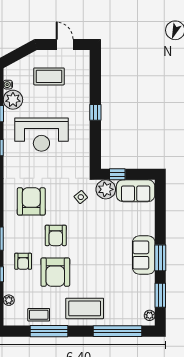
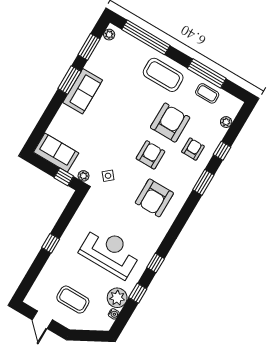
plant: (106, 189) -> (84, 176), width x0.53, depth x0.53

